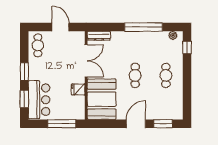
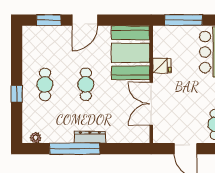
dresser: (99, 36) -> (90, 137), moved
window: (187, 47) -> (17, 94), moved

